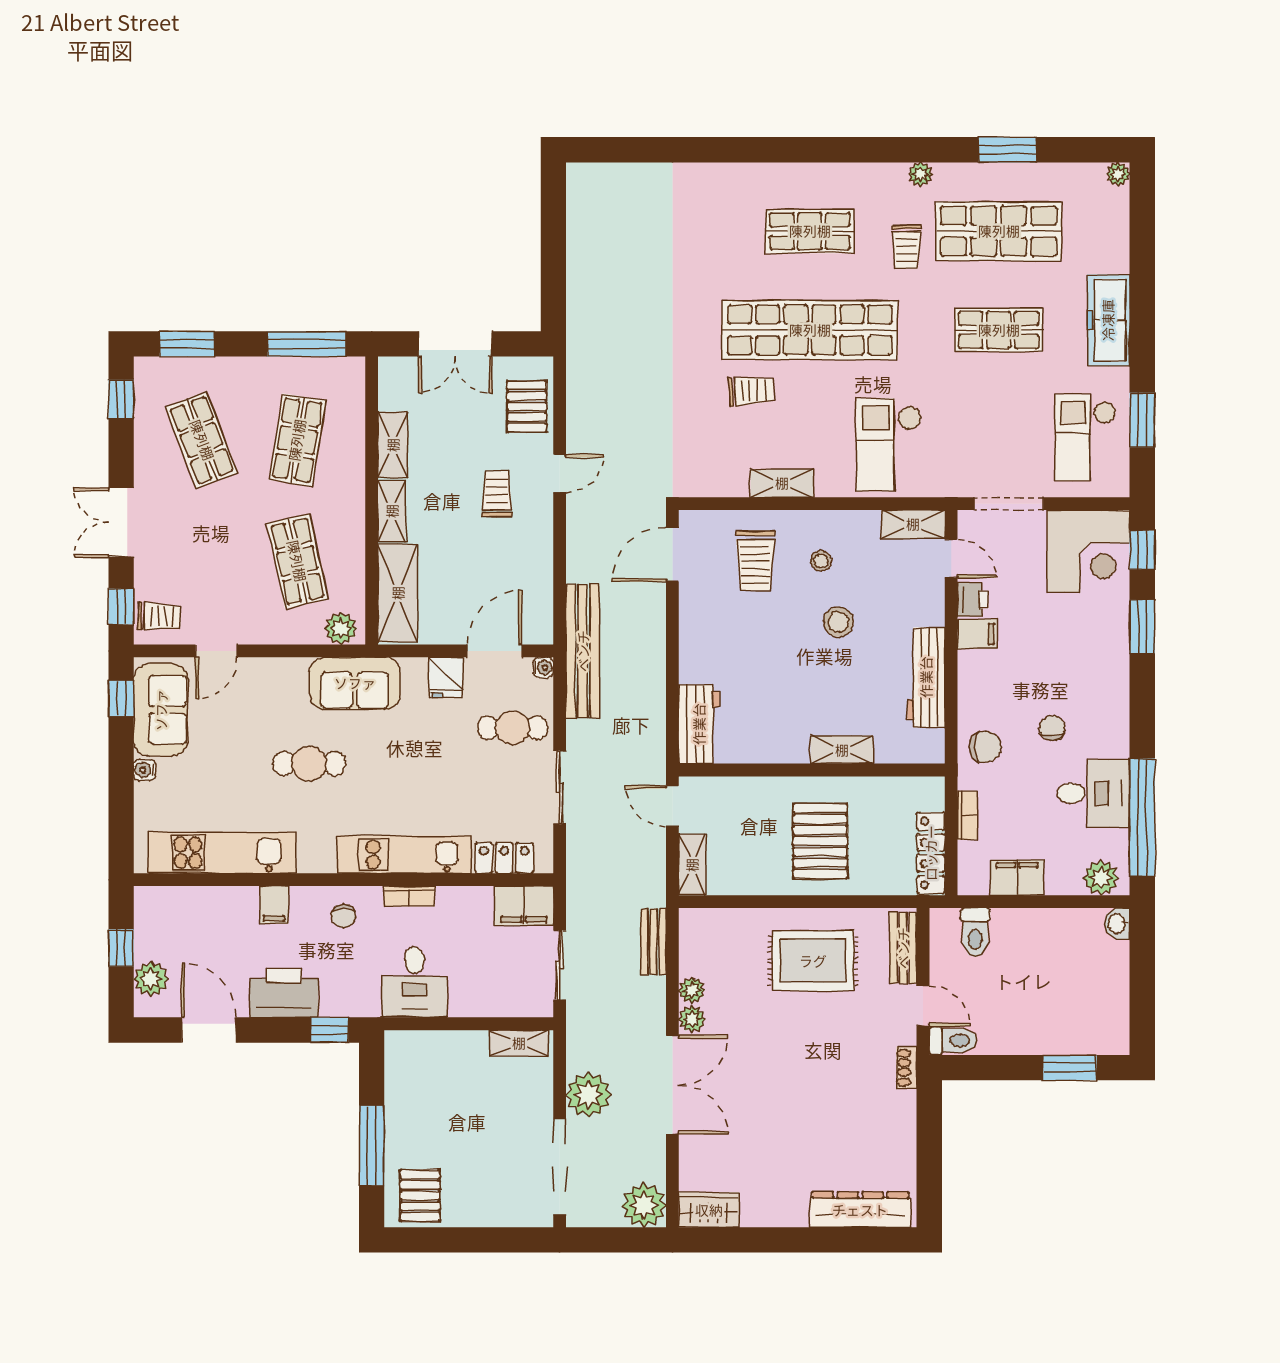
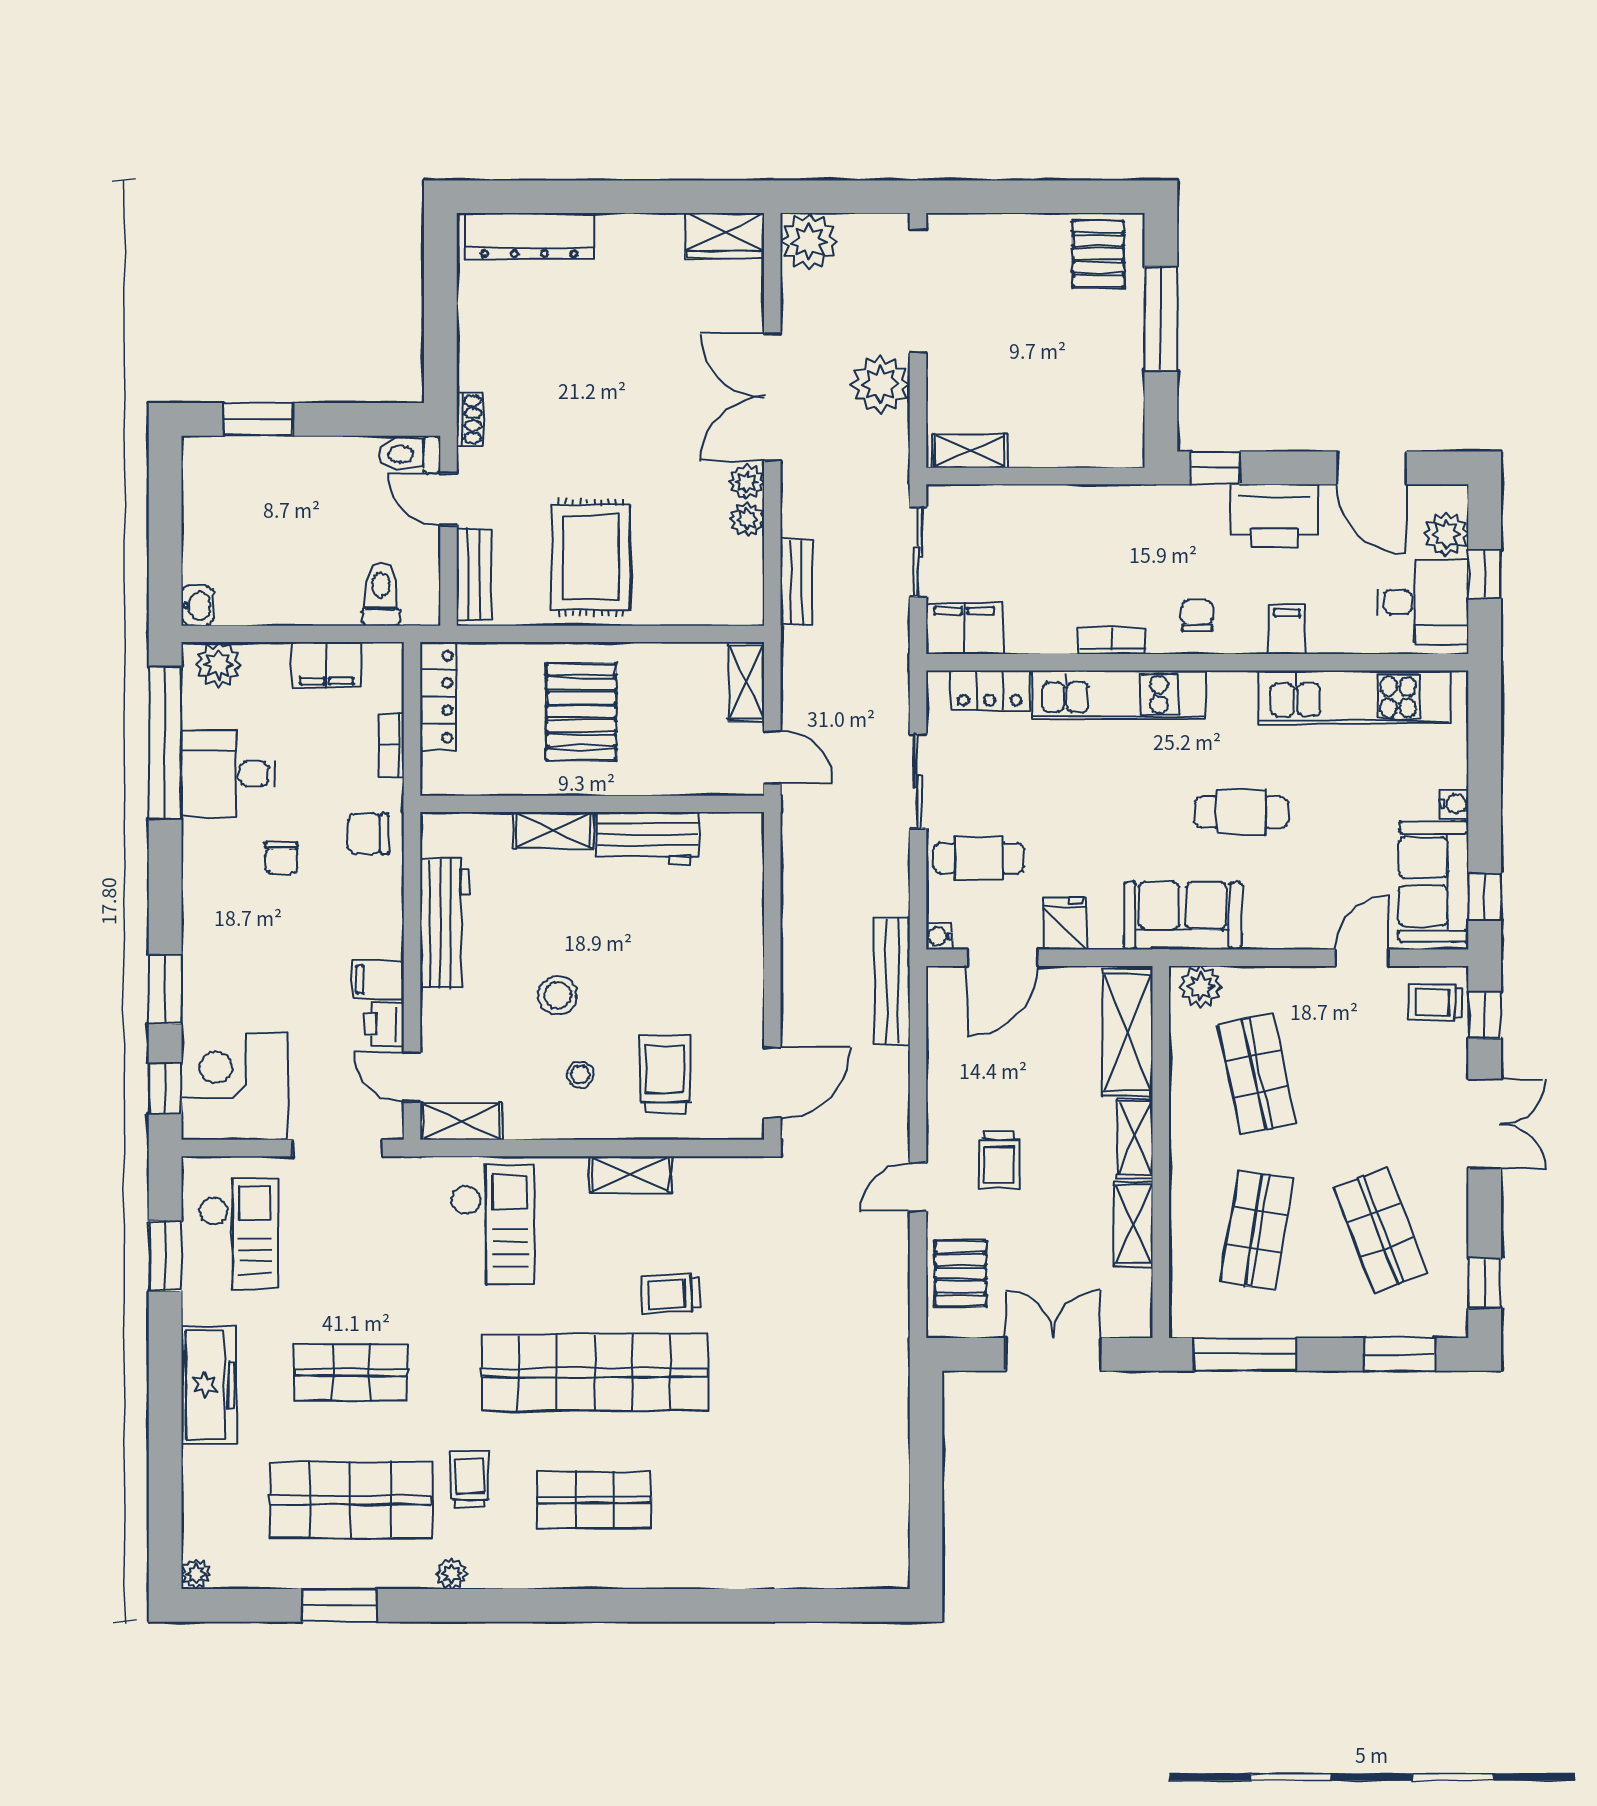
bench: (583, 651) -> (892, 981), width x0.73, depth x0.82
workbench: (699, 724) -> (648, 838), moved, turned -90
rug: (813, 961) -> (591, 558), turned 90
desk: (414, 982) -> (1423, 602), moved, turned 90

